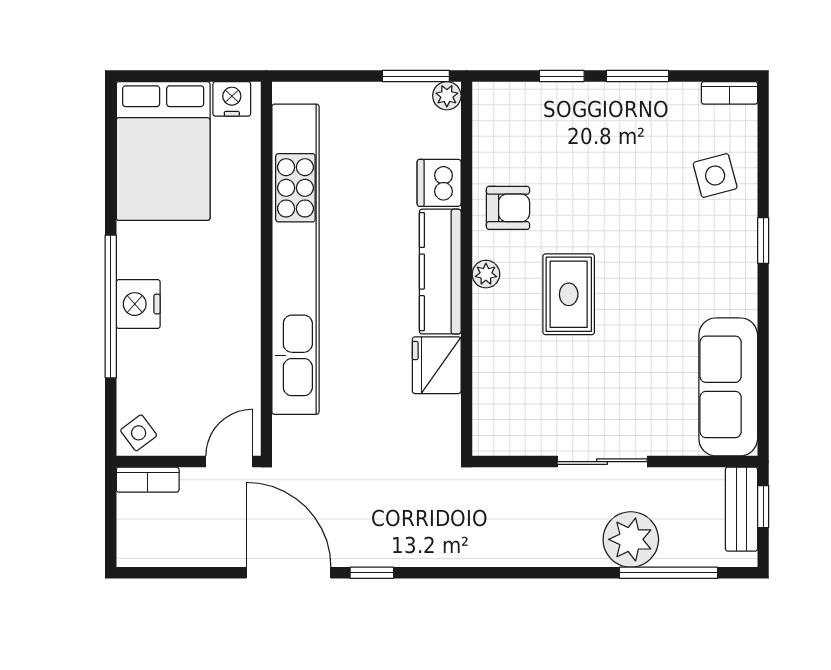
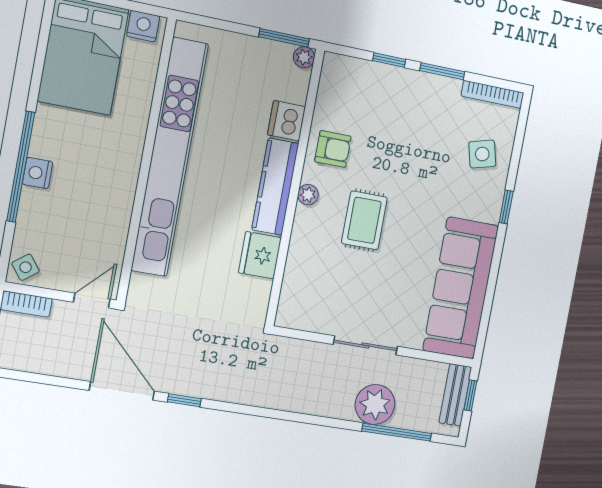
bookcase: (729, 93) -> (493, 94), width x1.56
nightstand: (138, 304) -> (38, 173), width x0.74, depth x0.75
sofa: (728, 387) -> (461, 288), width x1.36, depth x1.27

